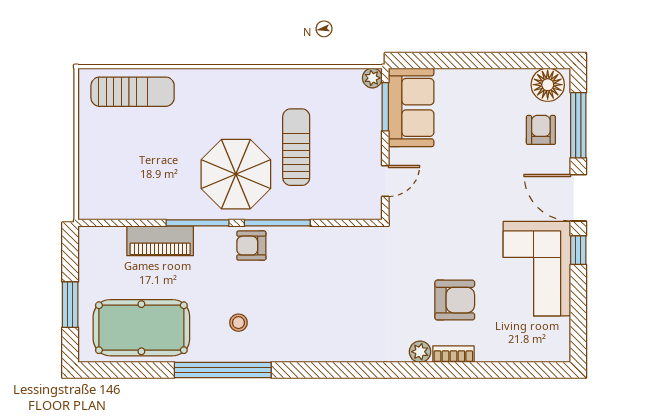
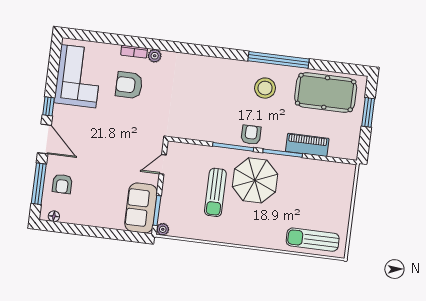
floor lamp: (548, 85) -> (54, 216), width x0.53, depth x0.53
armchair: (251, 246) -> (251, 135), turned -90
corner sofa: (537, 269) -> (78, 76), moved
stool: (238, 323) -> (265, 88), width x1.89, depth x1.89

